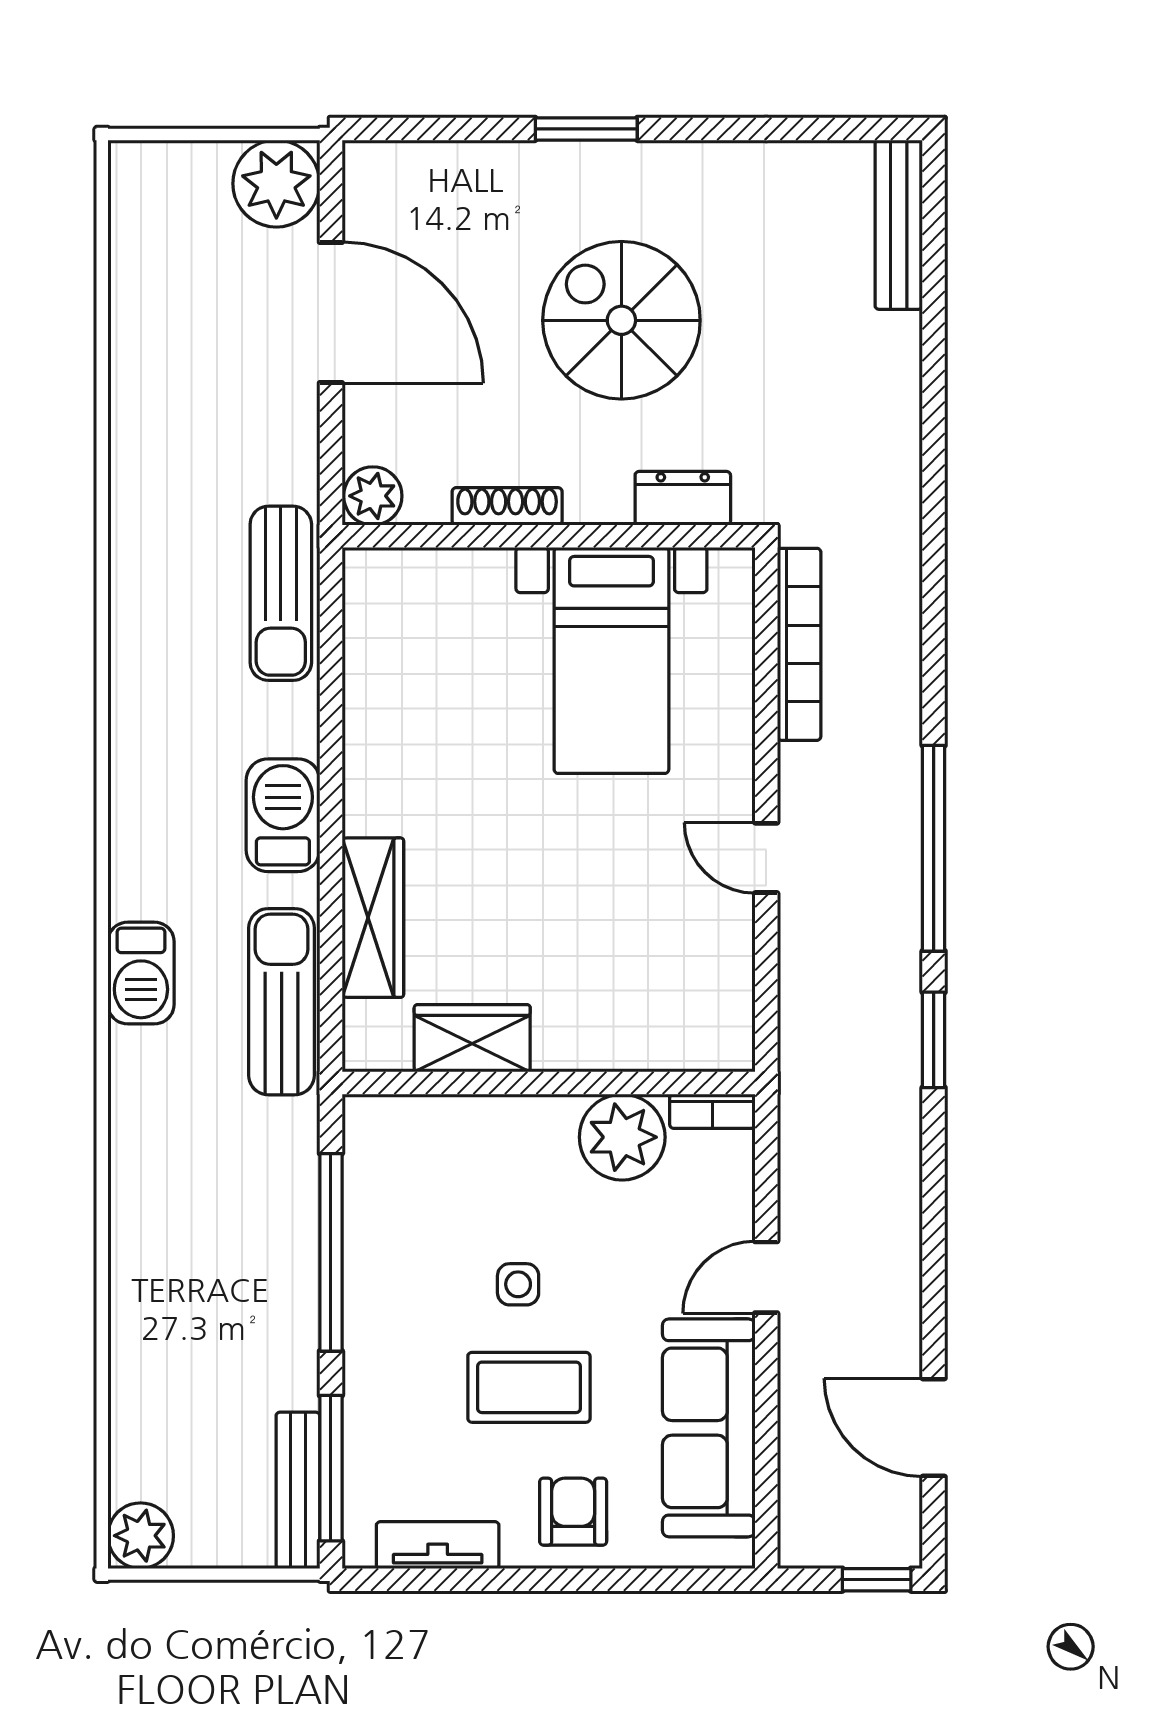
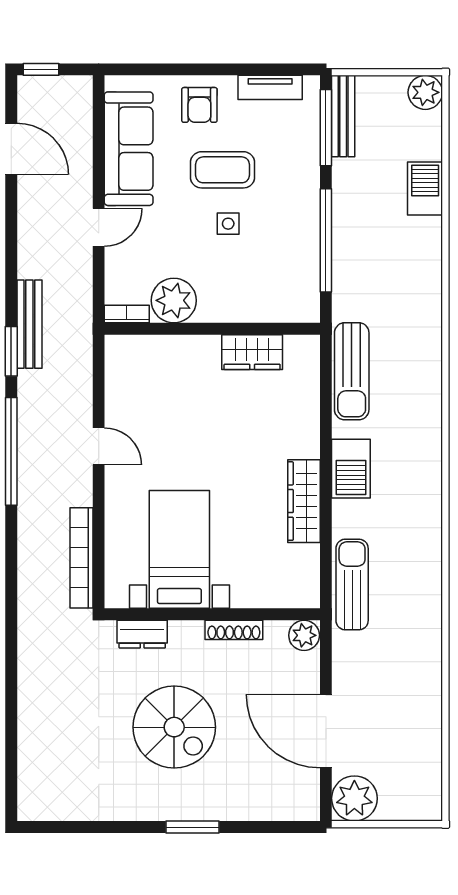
bench: (899, 225) -> (29, 324), moved
wardrobe: (373, 918) -> (304, 501), moved
barbecue: (141, 973) -> (425, 189), moved

